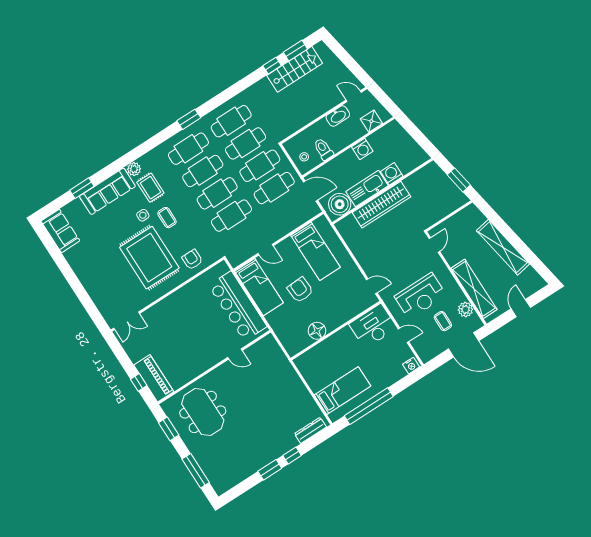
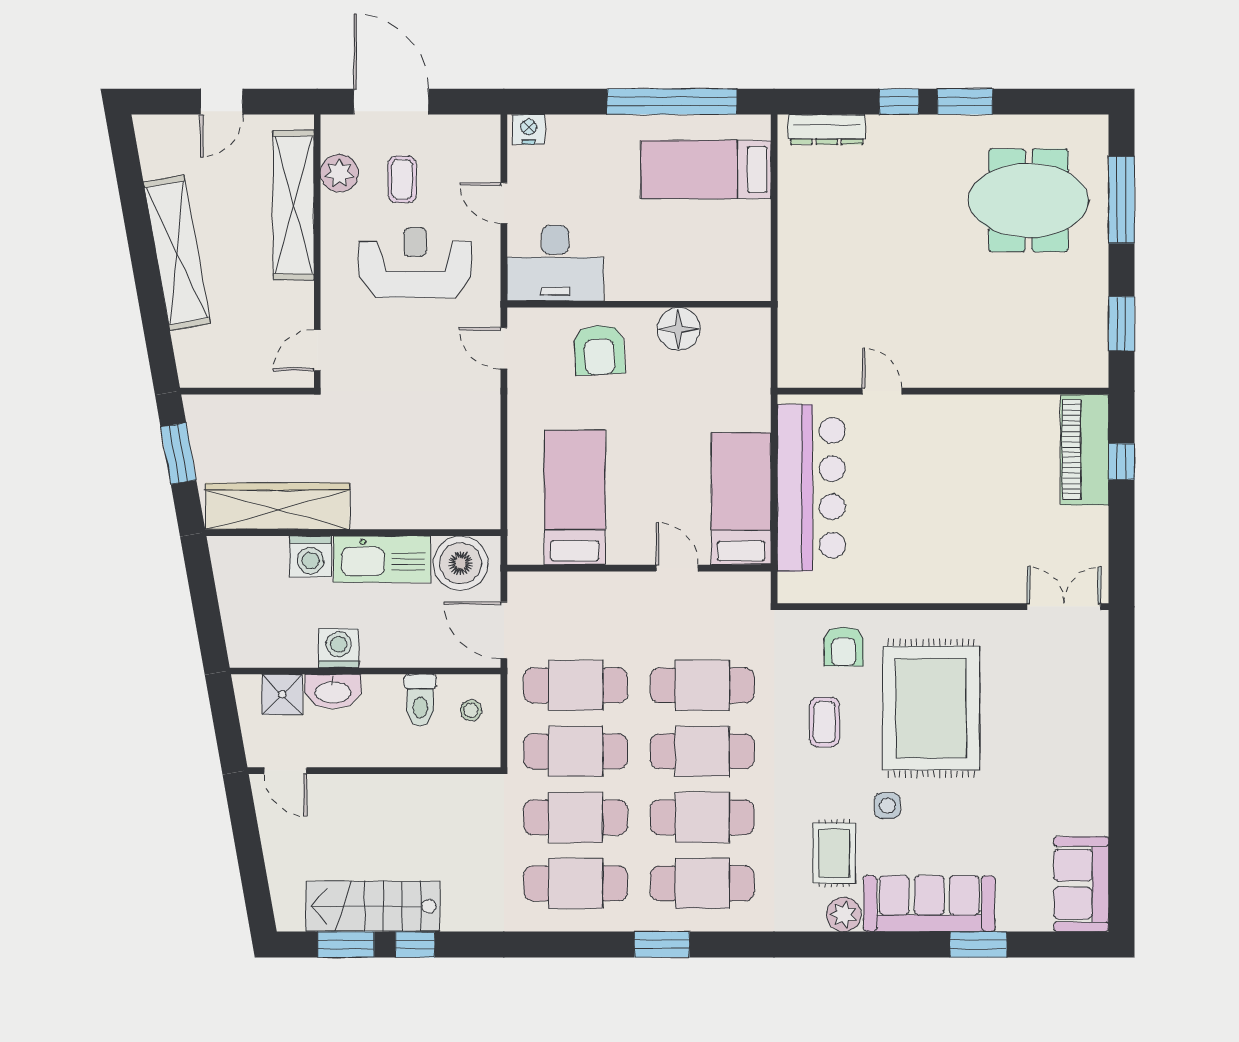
washbasin: (338, 116) -> (333, 691), moved, turned 180
wardrobe: (381, 205) -> (278, 506), moved
coffee table: (167, 218) -> (824, 722), moved
armchair: (300, 290) -> (599, 350), moved
meeting table: (203, 412) -> (1028, 200), moved, turned 90

